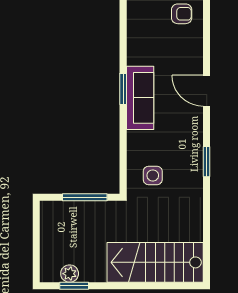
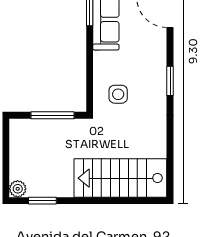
plant: (70, 274) -> (18, 189), moved

